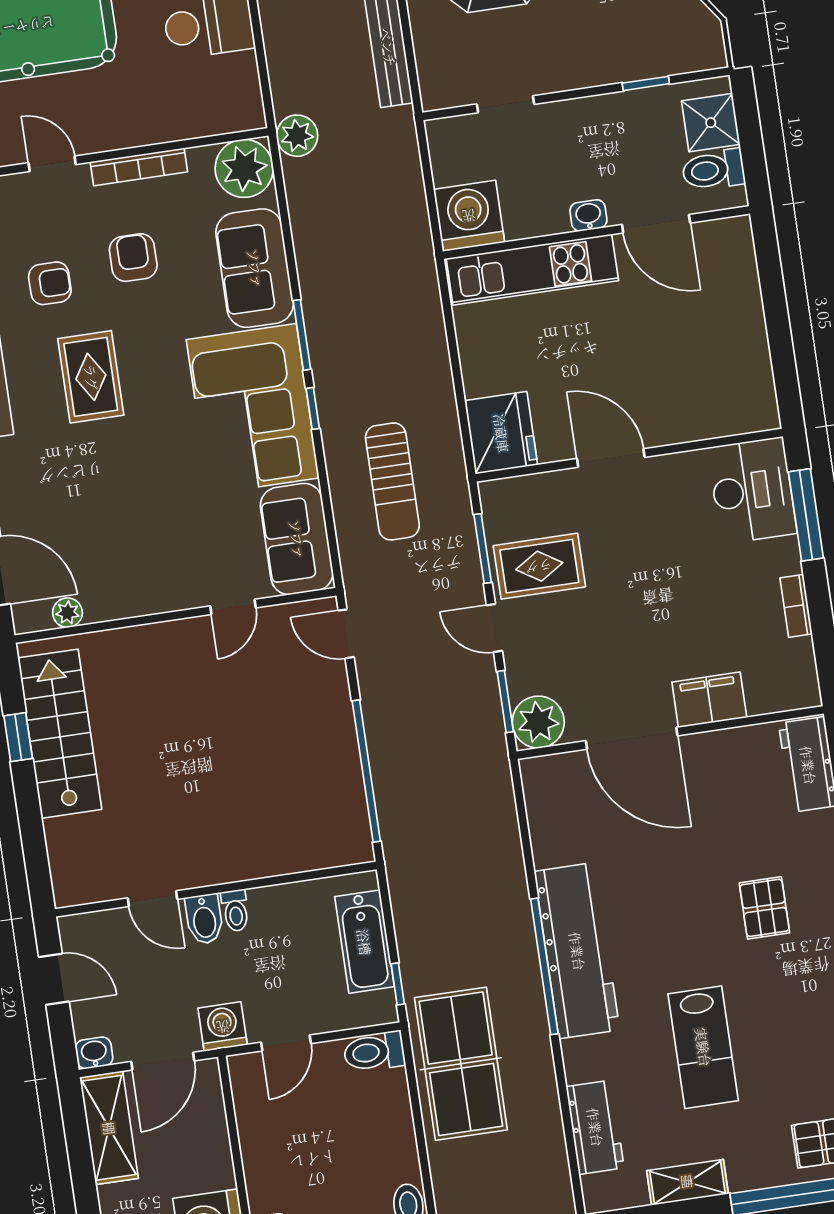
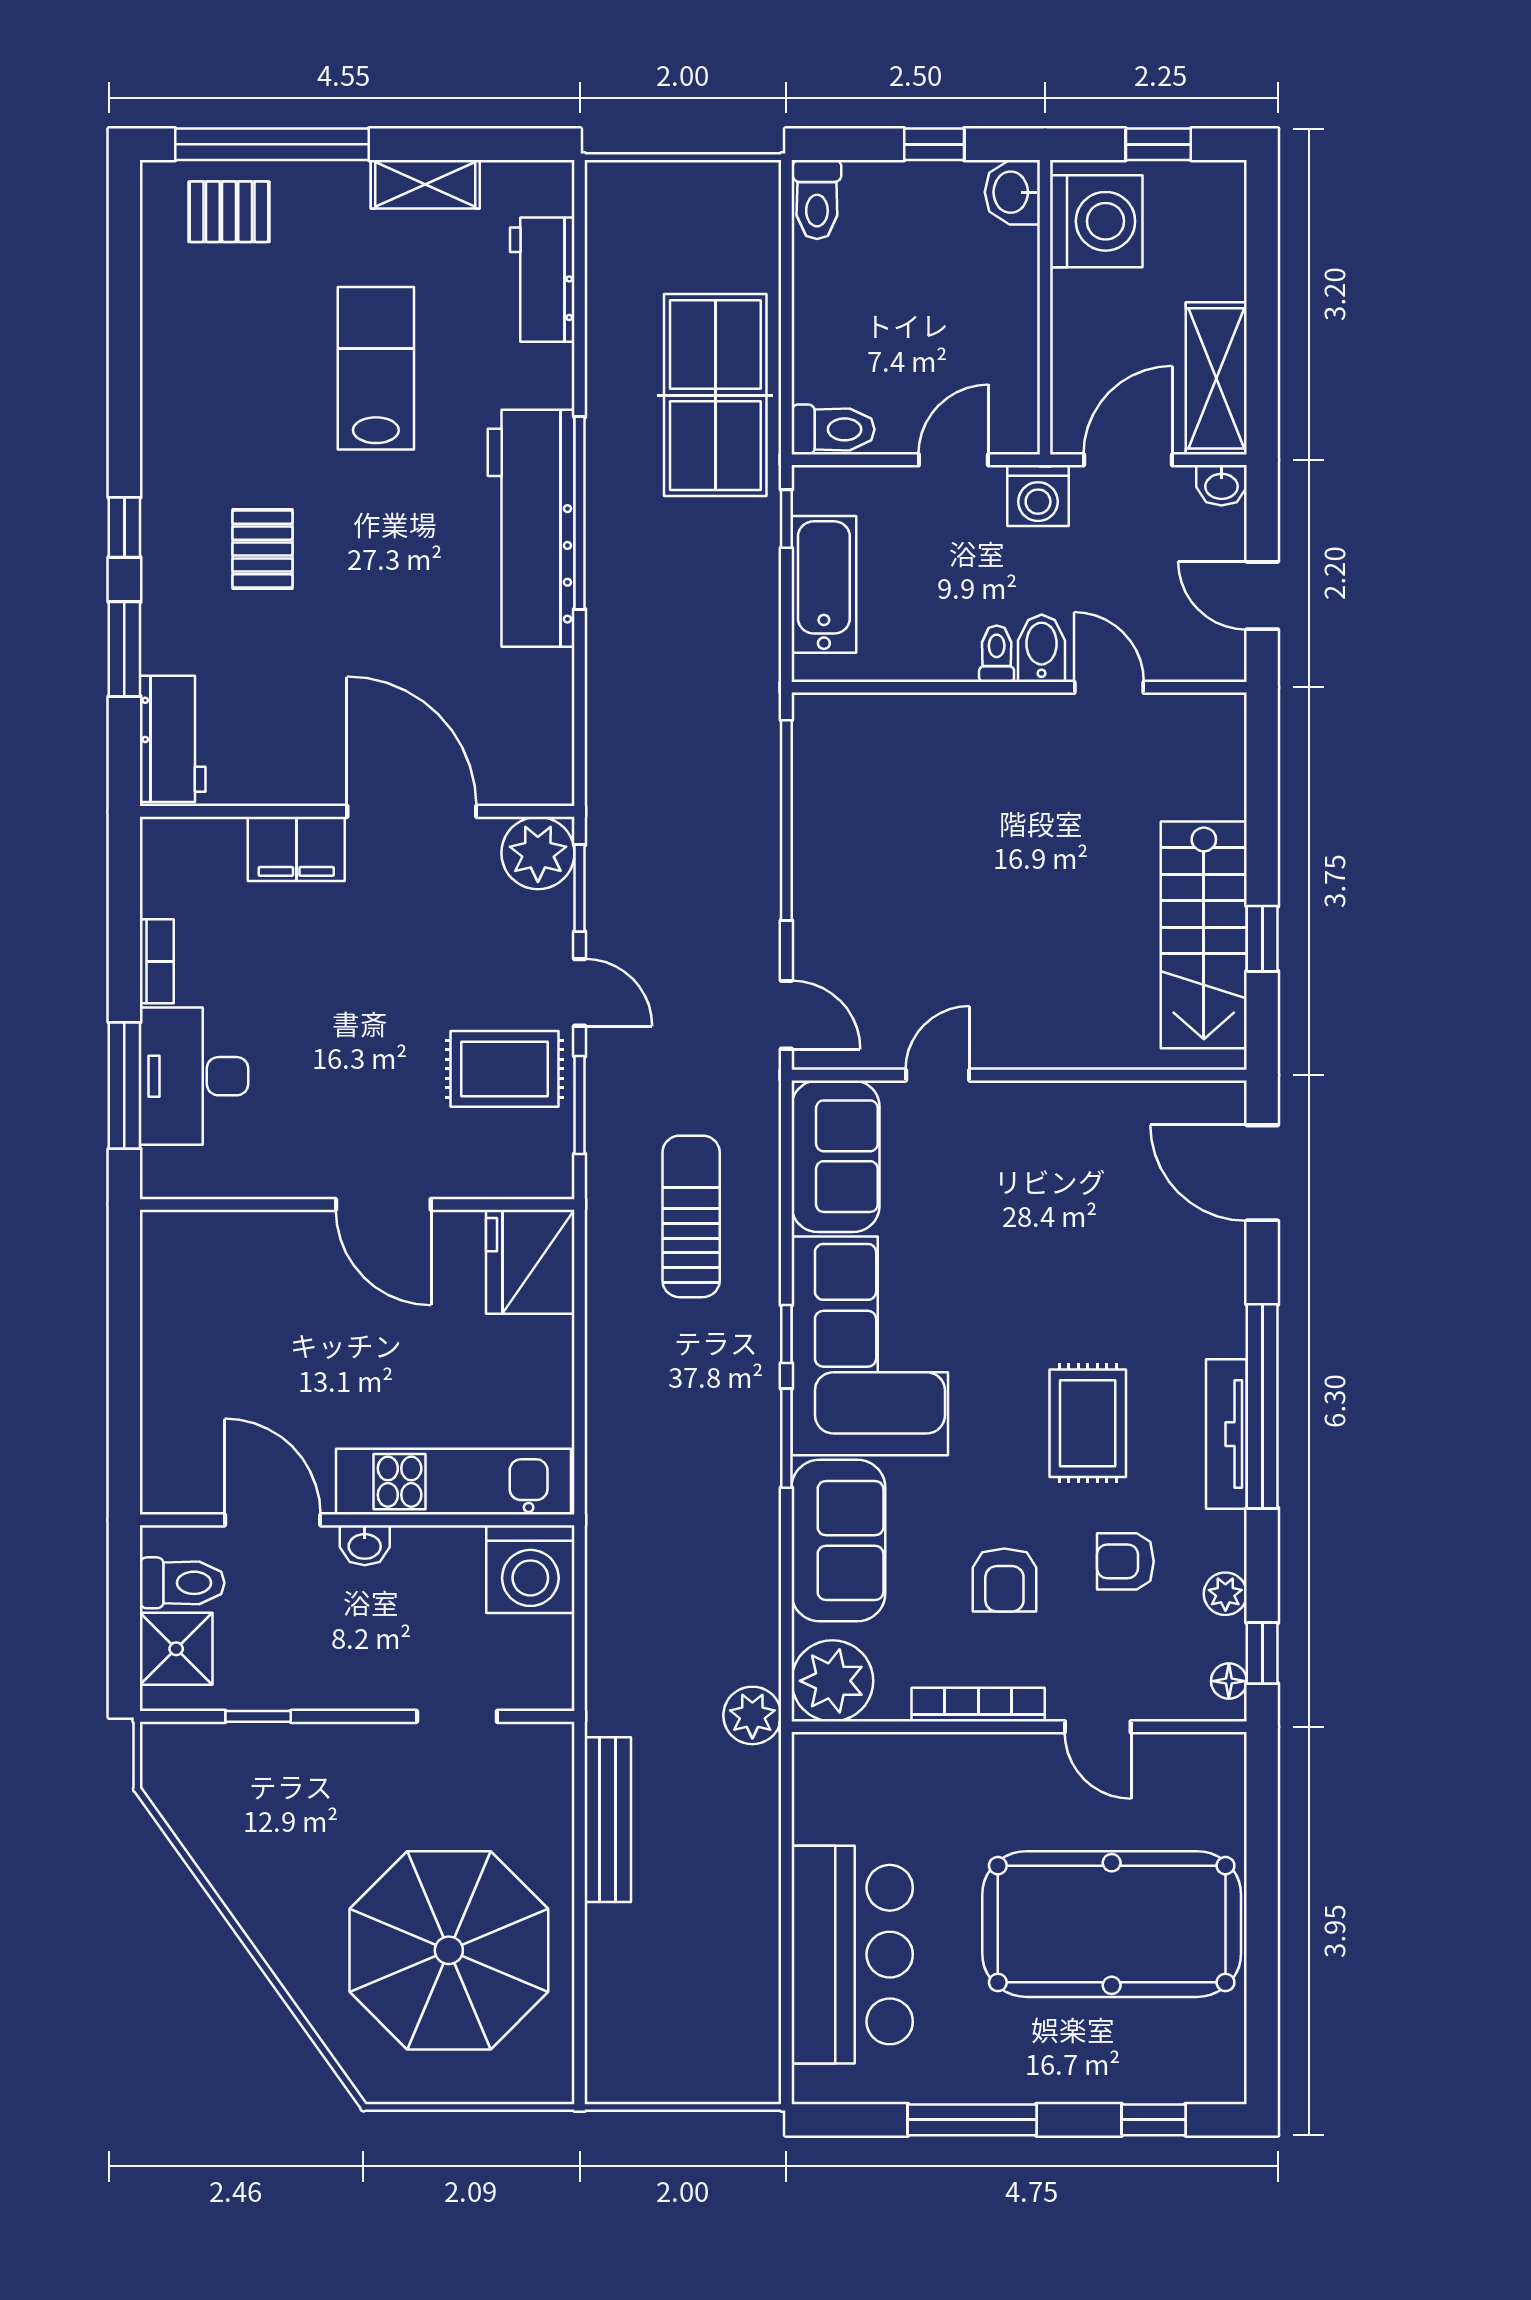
desk: (752, 490) -> (194, 1076), moved
plant: (67, 613) -> (1168, 1101), removed

